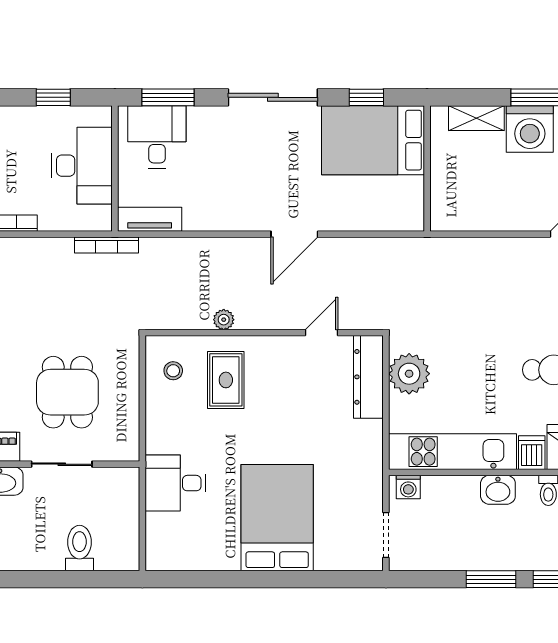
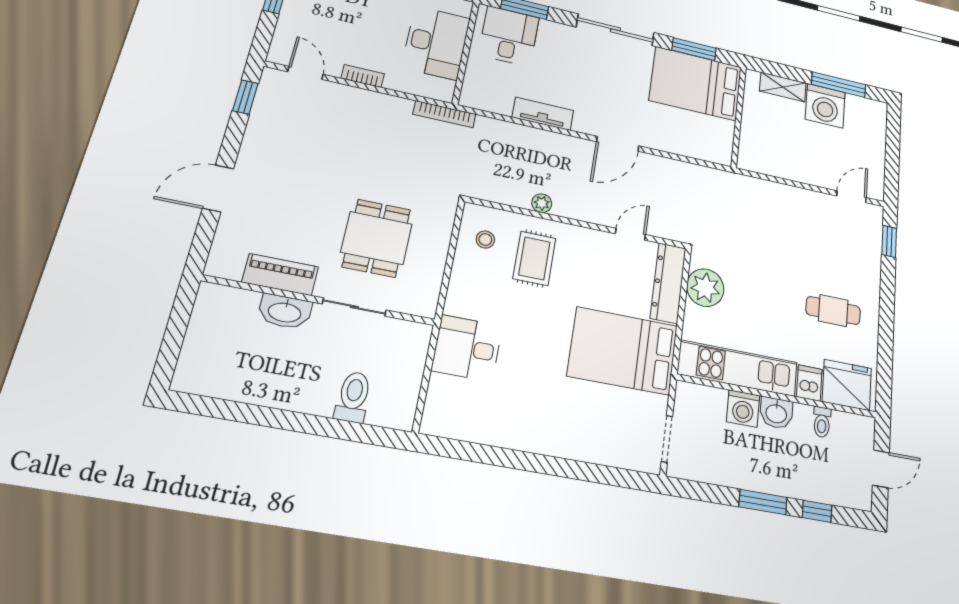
window: (366, 97) -> (694, 49), width x1.50
tv unit: (150, 219) -> (543, 114), moved
washing machine: (408, 487) -> (743, 409), moved, width x1.38, depth x1.38
bed: (277, 518) -> (623, 351), moved, turned -90

